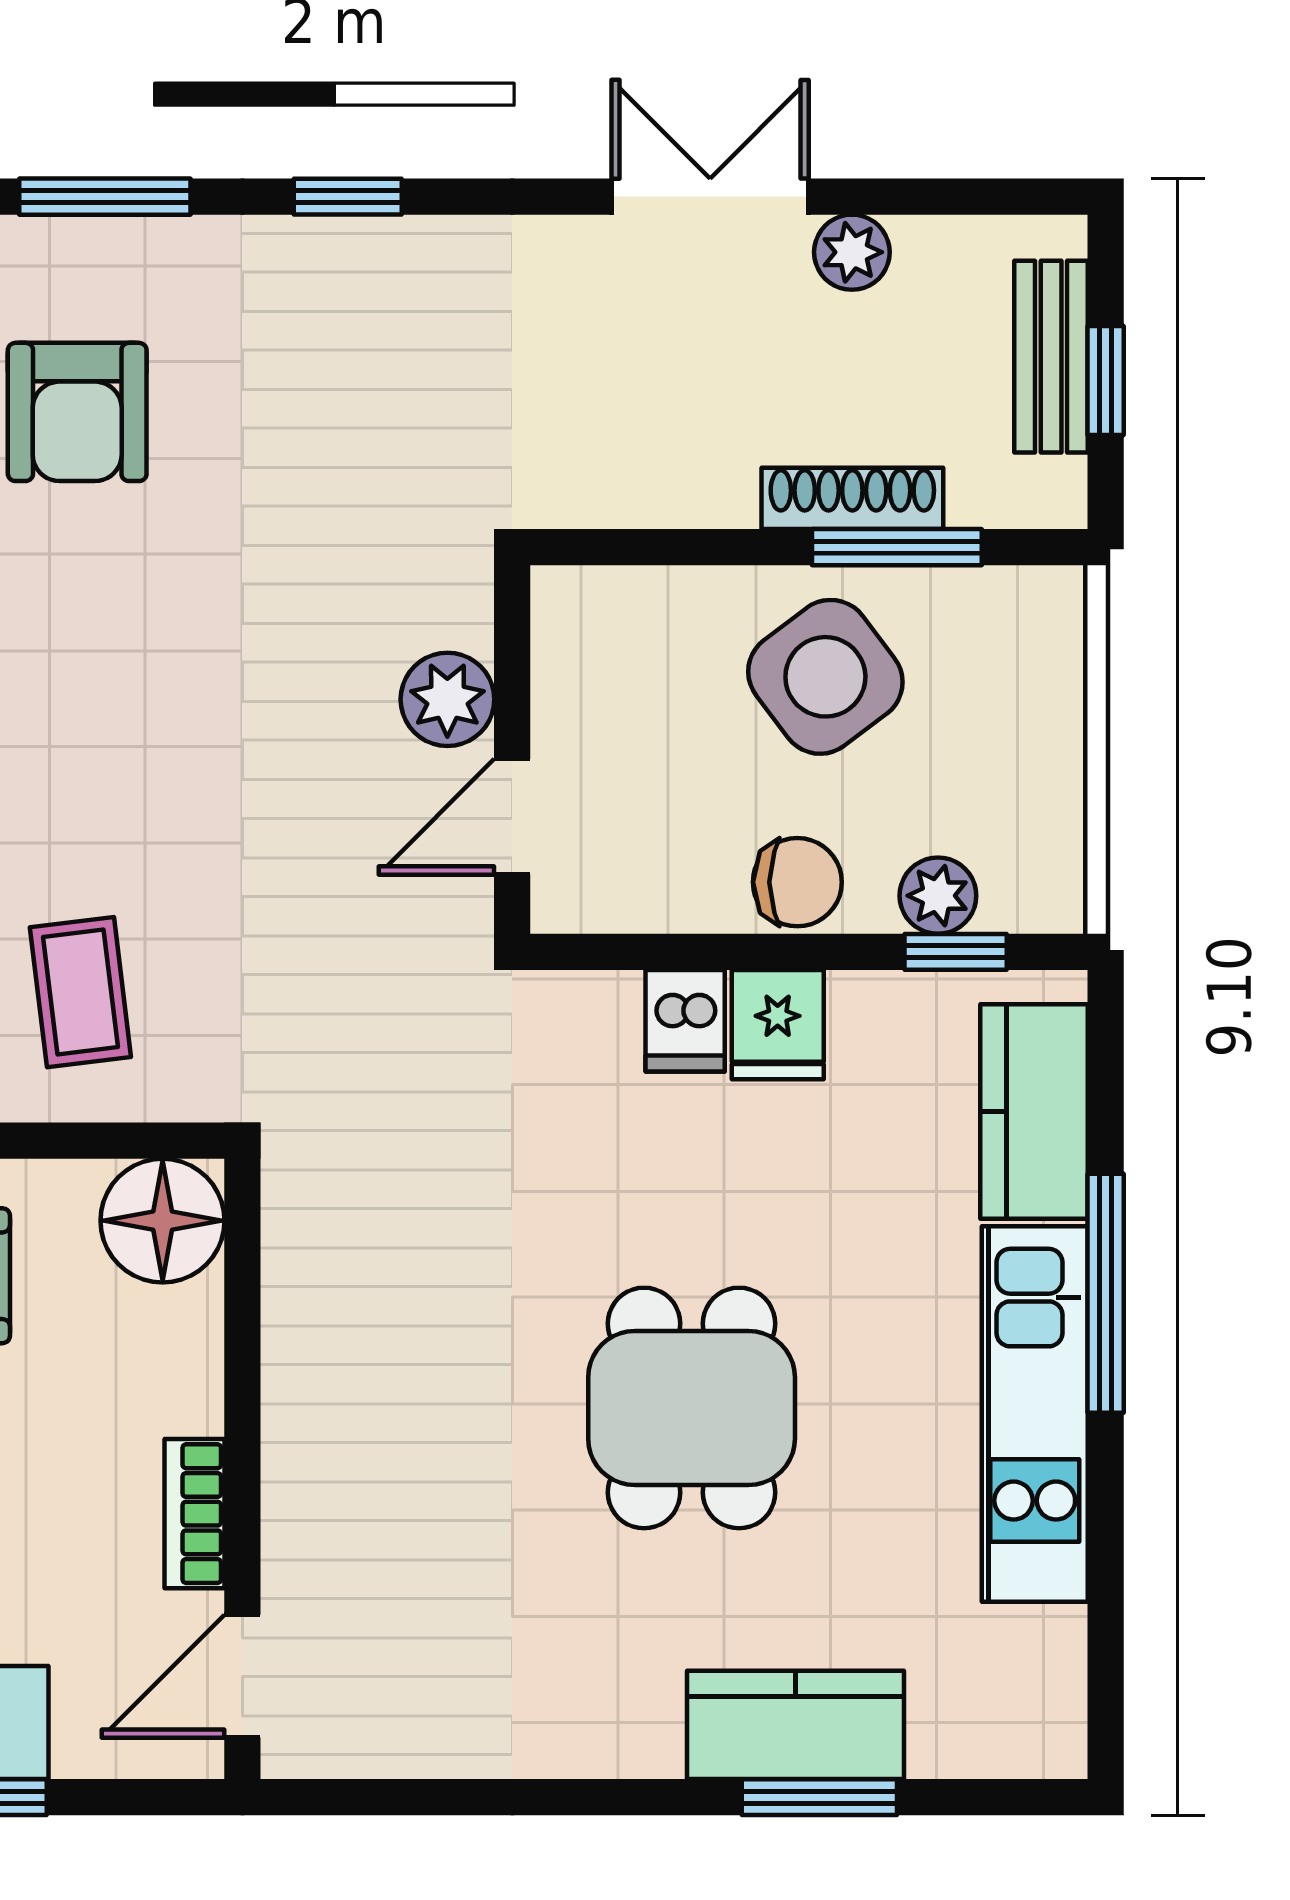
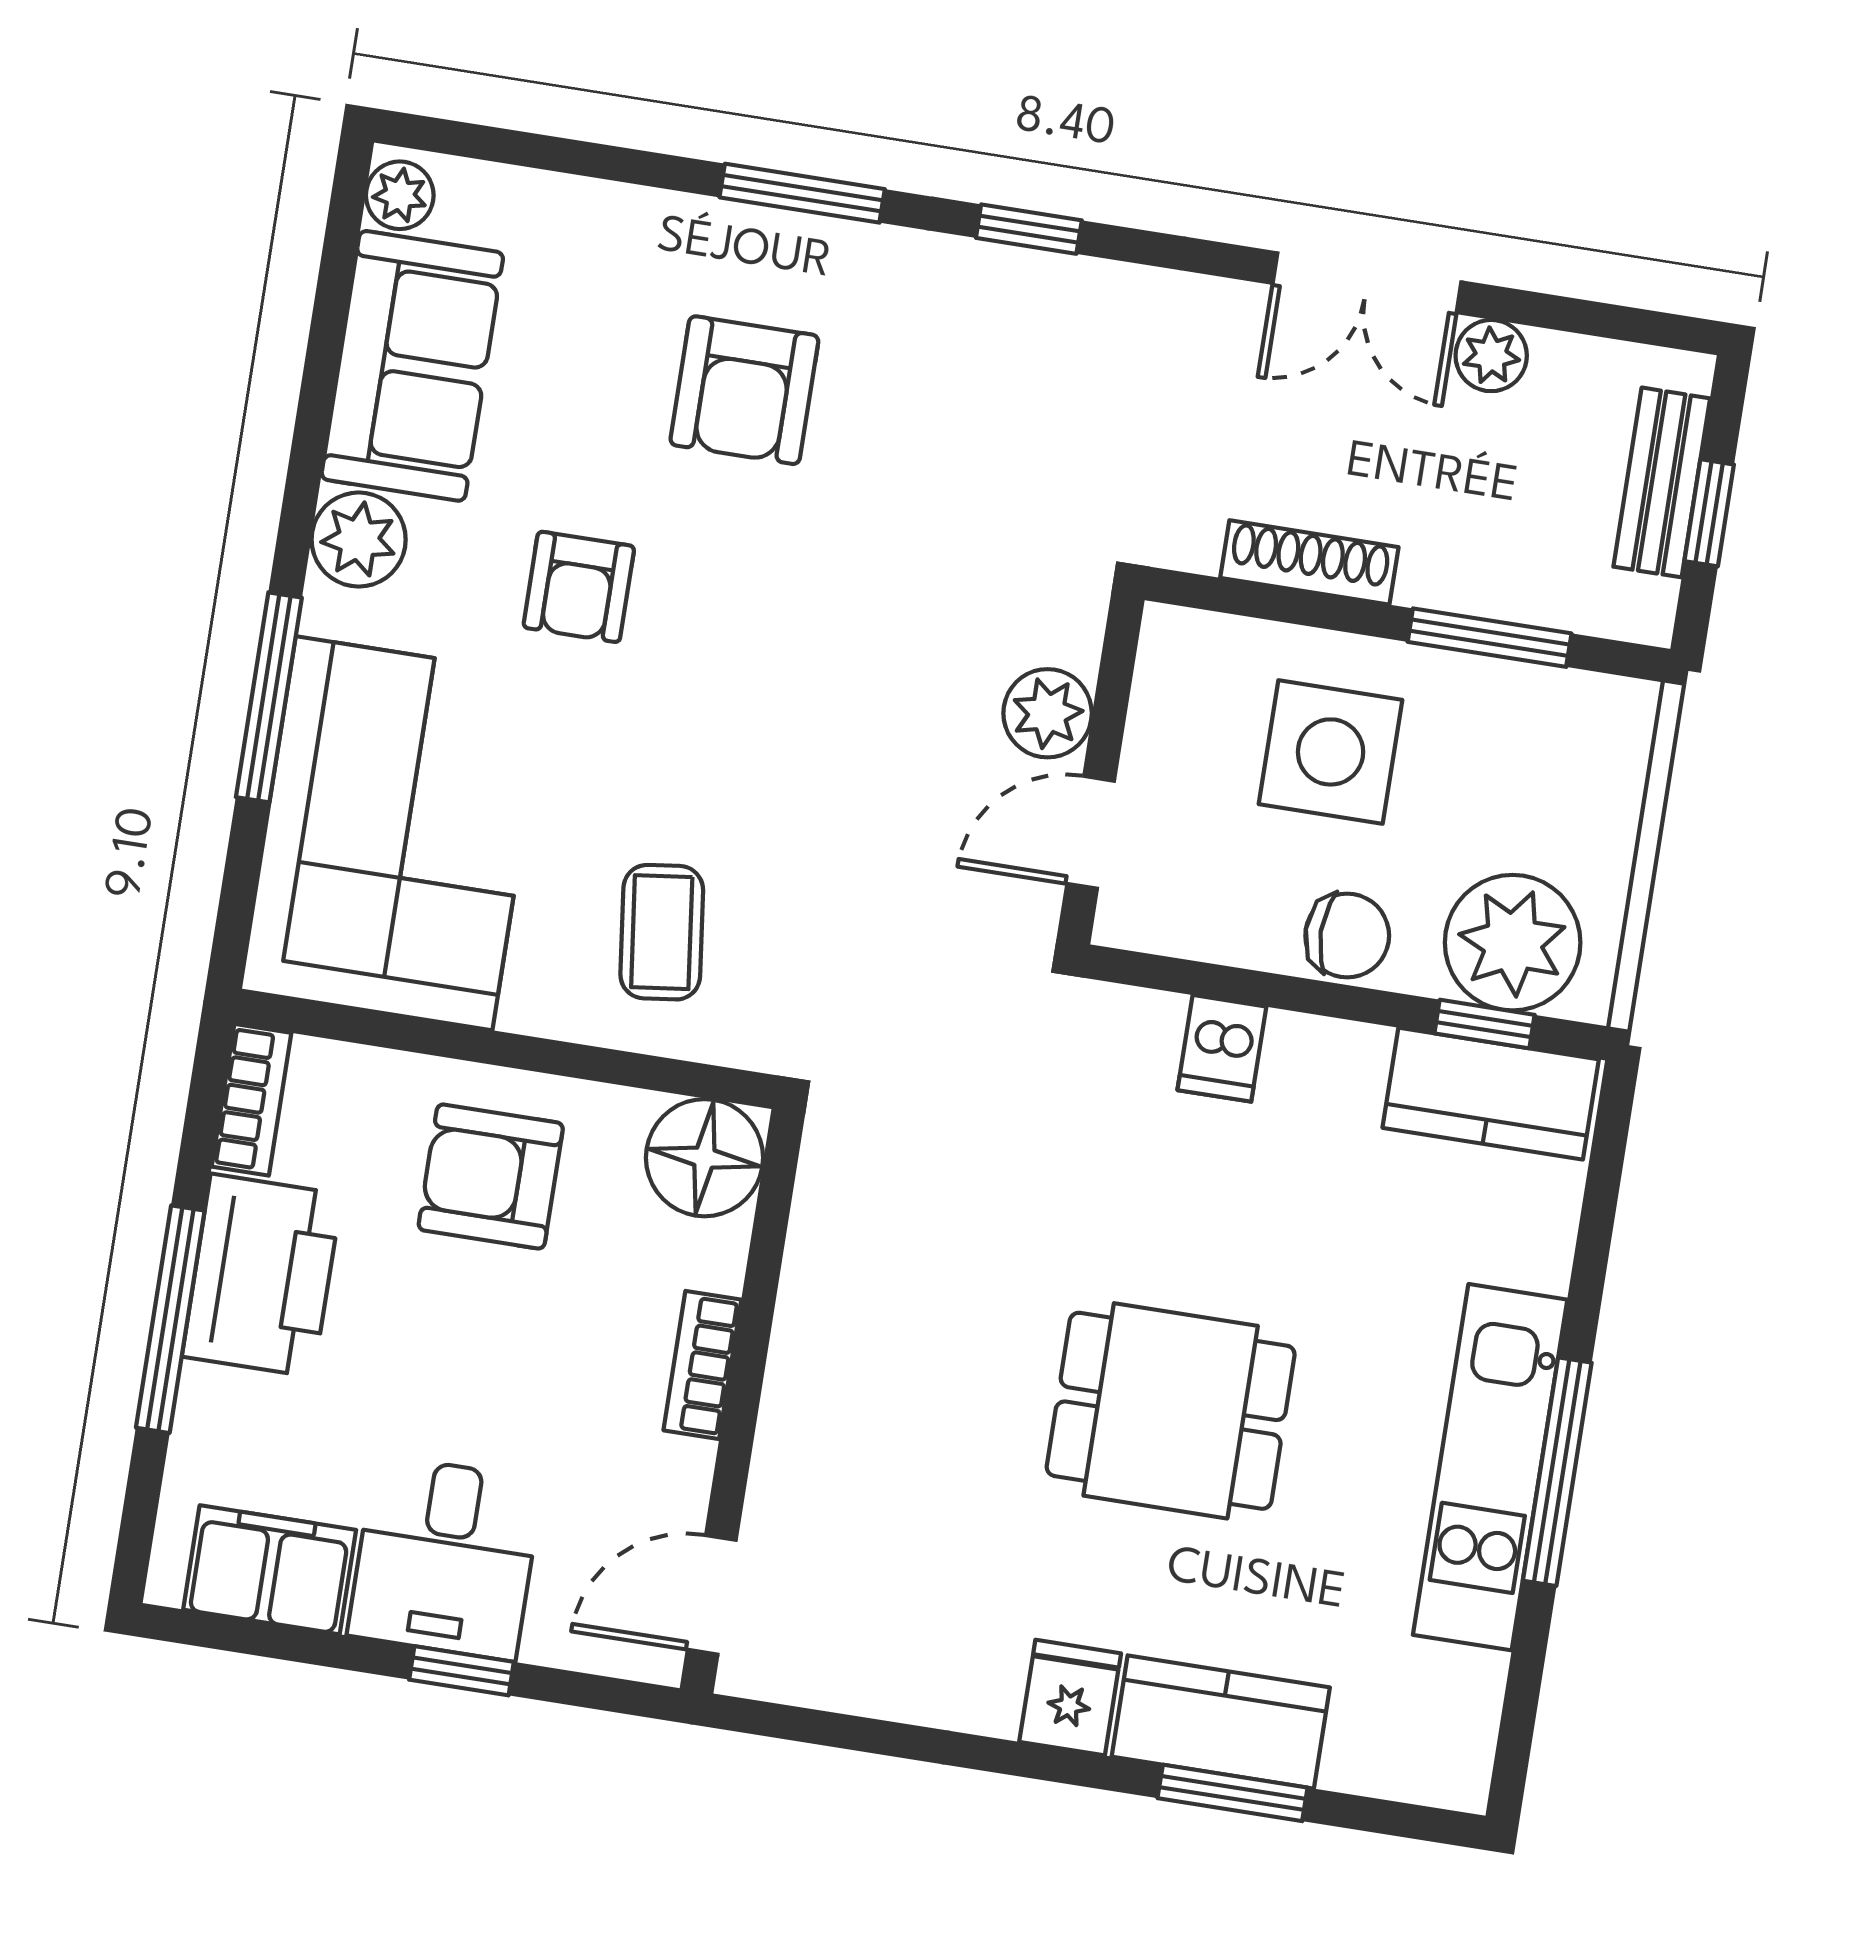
double door: (710, 197) -> (1367, 283), swing flipped
shoe rack: (852, 498) -> (1309, 562), moved
side table: (825, 677) -> (1331, 752), moved, turned 37
plant: (938, 896) -> (1513, 943), width x1.88, depth x1.88
fridge: (778, 1025) -> (1070, 1698), moved, turned 180
kitchen counter: (1034, 1112) -> (1491, 1094), moved, turned -90
window: (1106, 1293) -> (1557, 1472), moved
dining table: (692, 1408) -> (1171, 1411), turned 90
bookcase: (195, 1514) -> (702, 1365), moved

